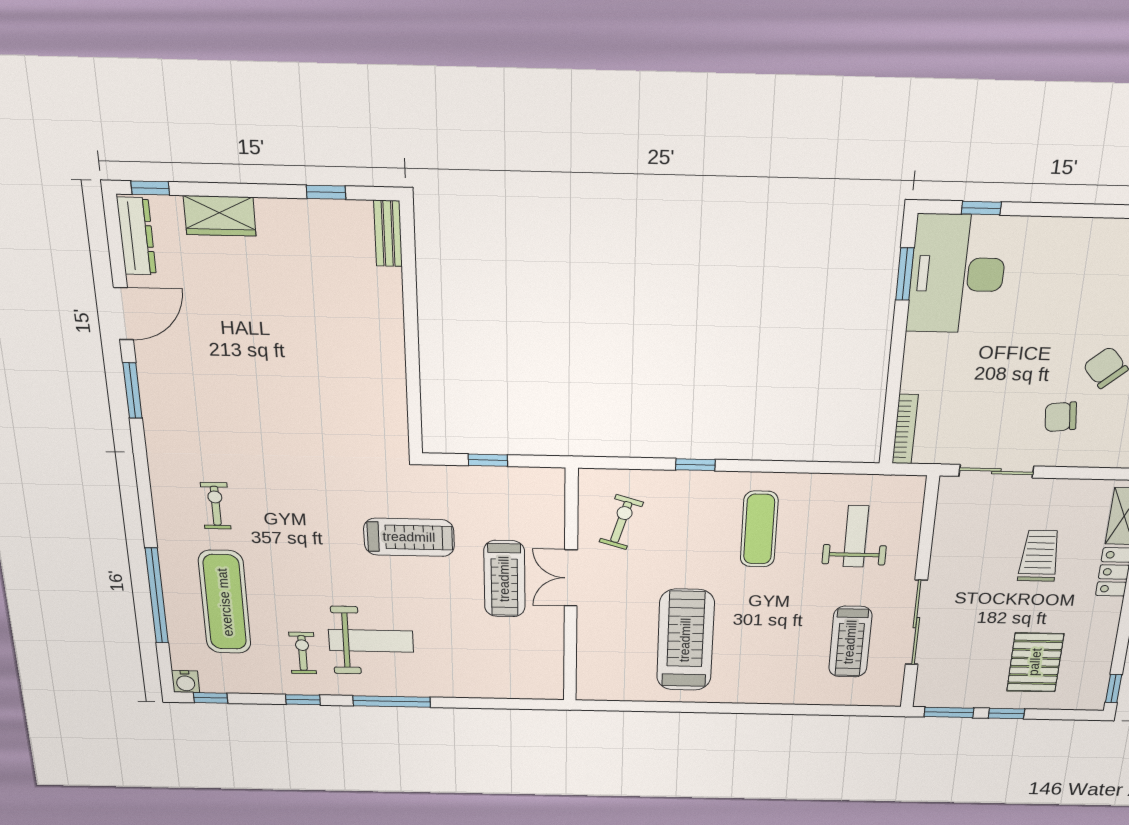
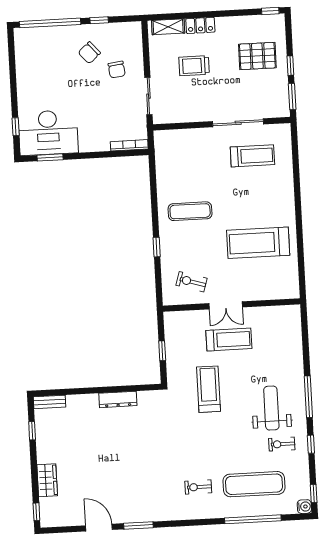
dresser: (136, 236) -> (118, 399), moved, turned 180
weight bench: (856, 536) -> (190, 161), removed

